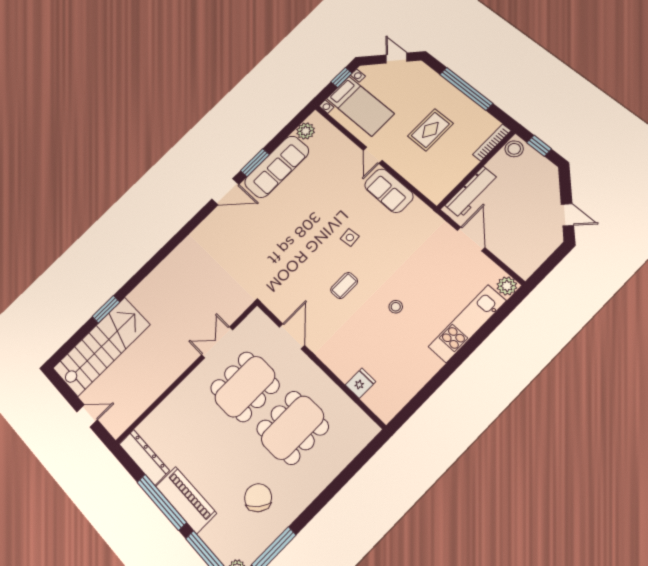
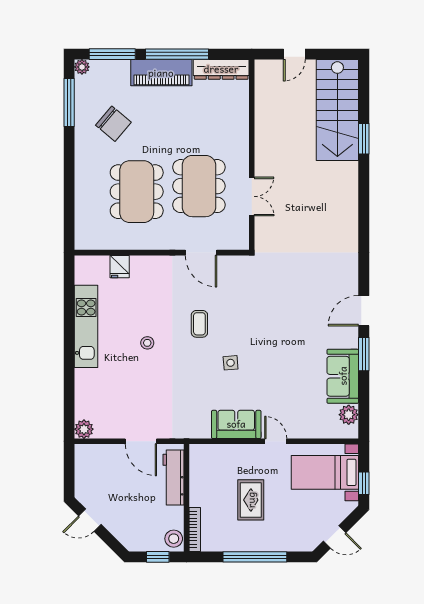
sofa: (277, 167) -> (343, 376), width x0.73
kitchen unit: (467, 324) -> (86, 326), moved

